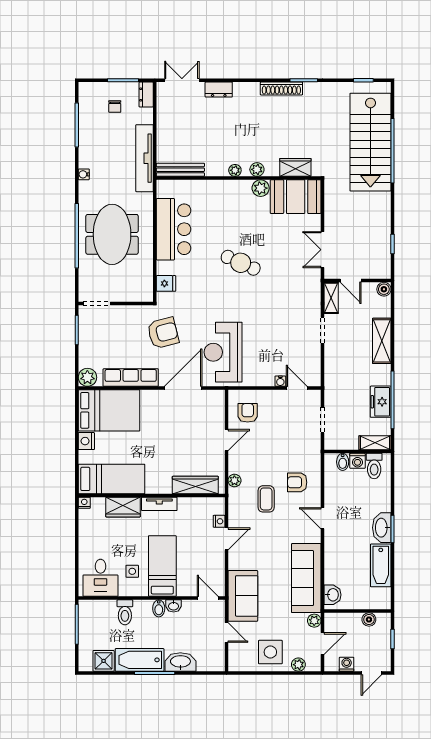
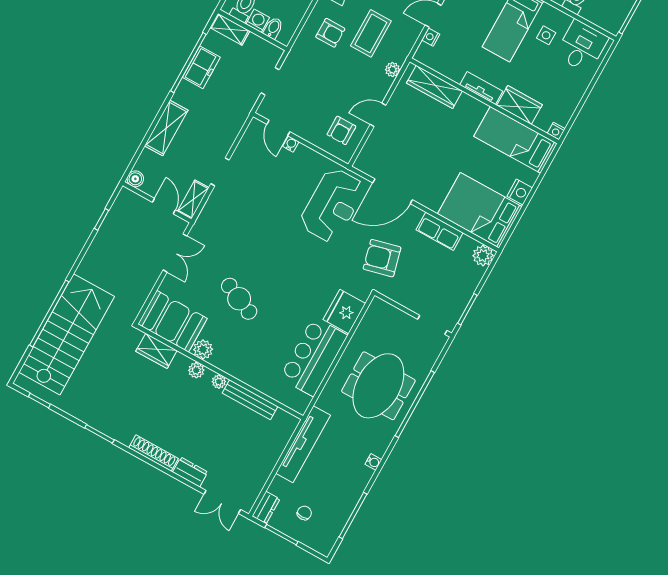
shoe rack: (281, 89) -> (153, 453), moved
bench: (180, 170) -> (250, 400), moved
cafe table: (241, 263) -> (239, 299), moved
fridge: (166, 283) -> (344, 312), width x1.88, depth x1.34
row of seats: (131, 378) -> (440, 231), width x0.68
coffee table: (266, 499) -> (371, 33), width x1.36, depth x1.30

